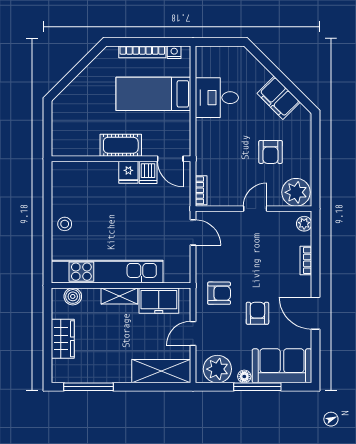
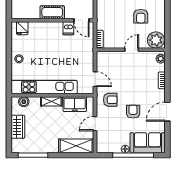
fridge: (128, 172) -> (22, 28), moved
door: (193, 232) -> (95, 79), moved
door: (315, 313) -> (167, 112), hinge flipped
plant: (217, 369) -> (109, 145), removed
window: (257, 387) -> (133, 155), width x1.46

